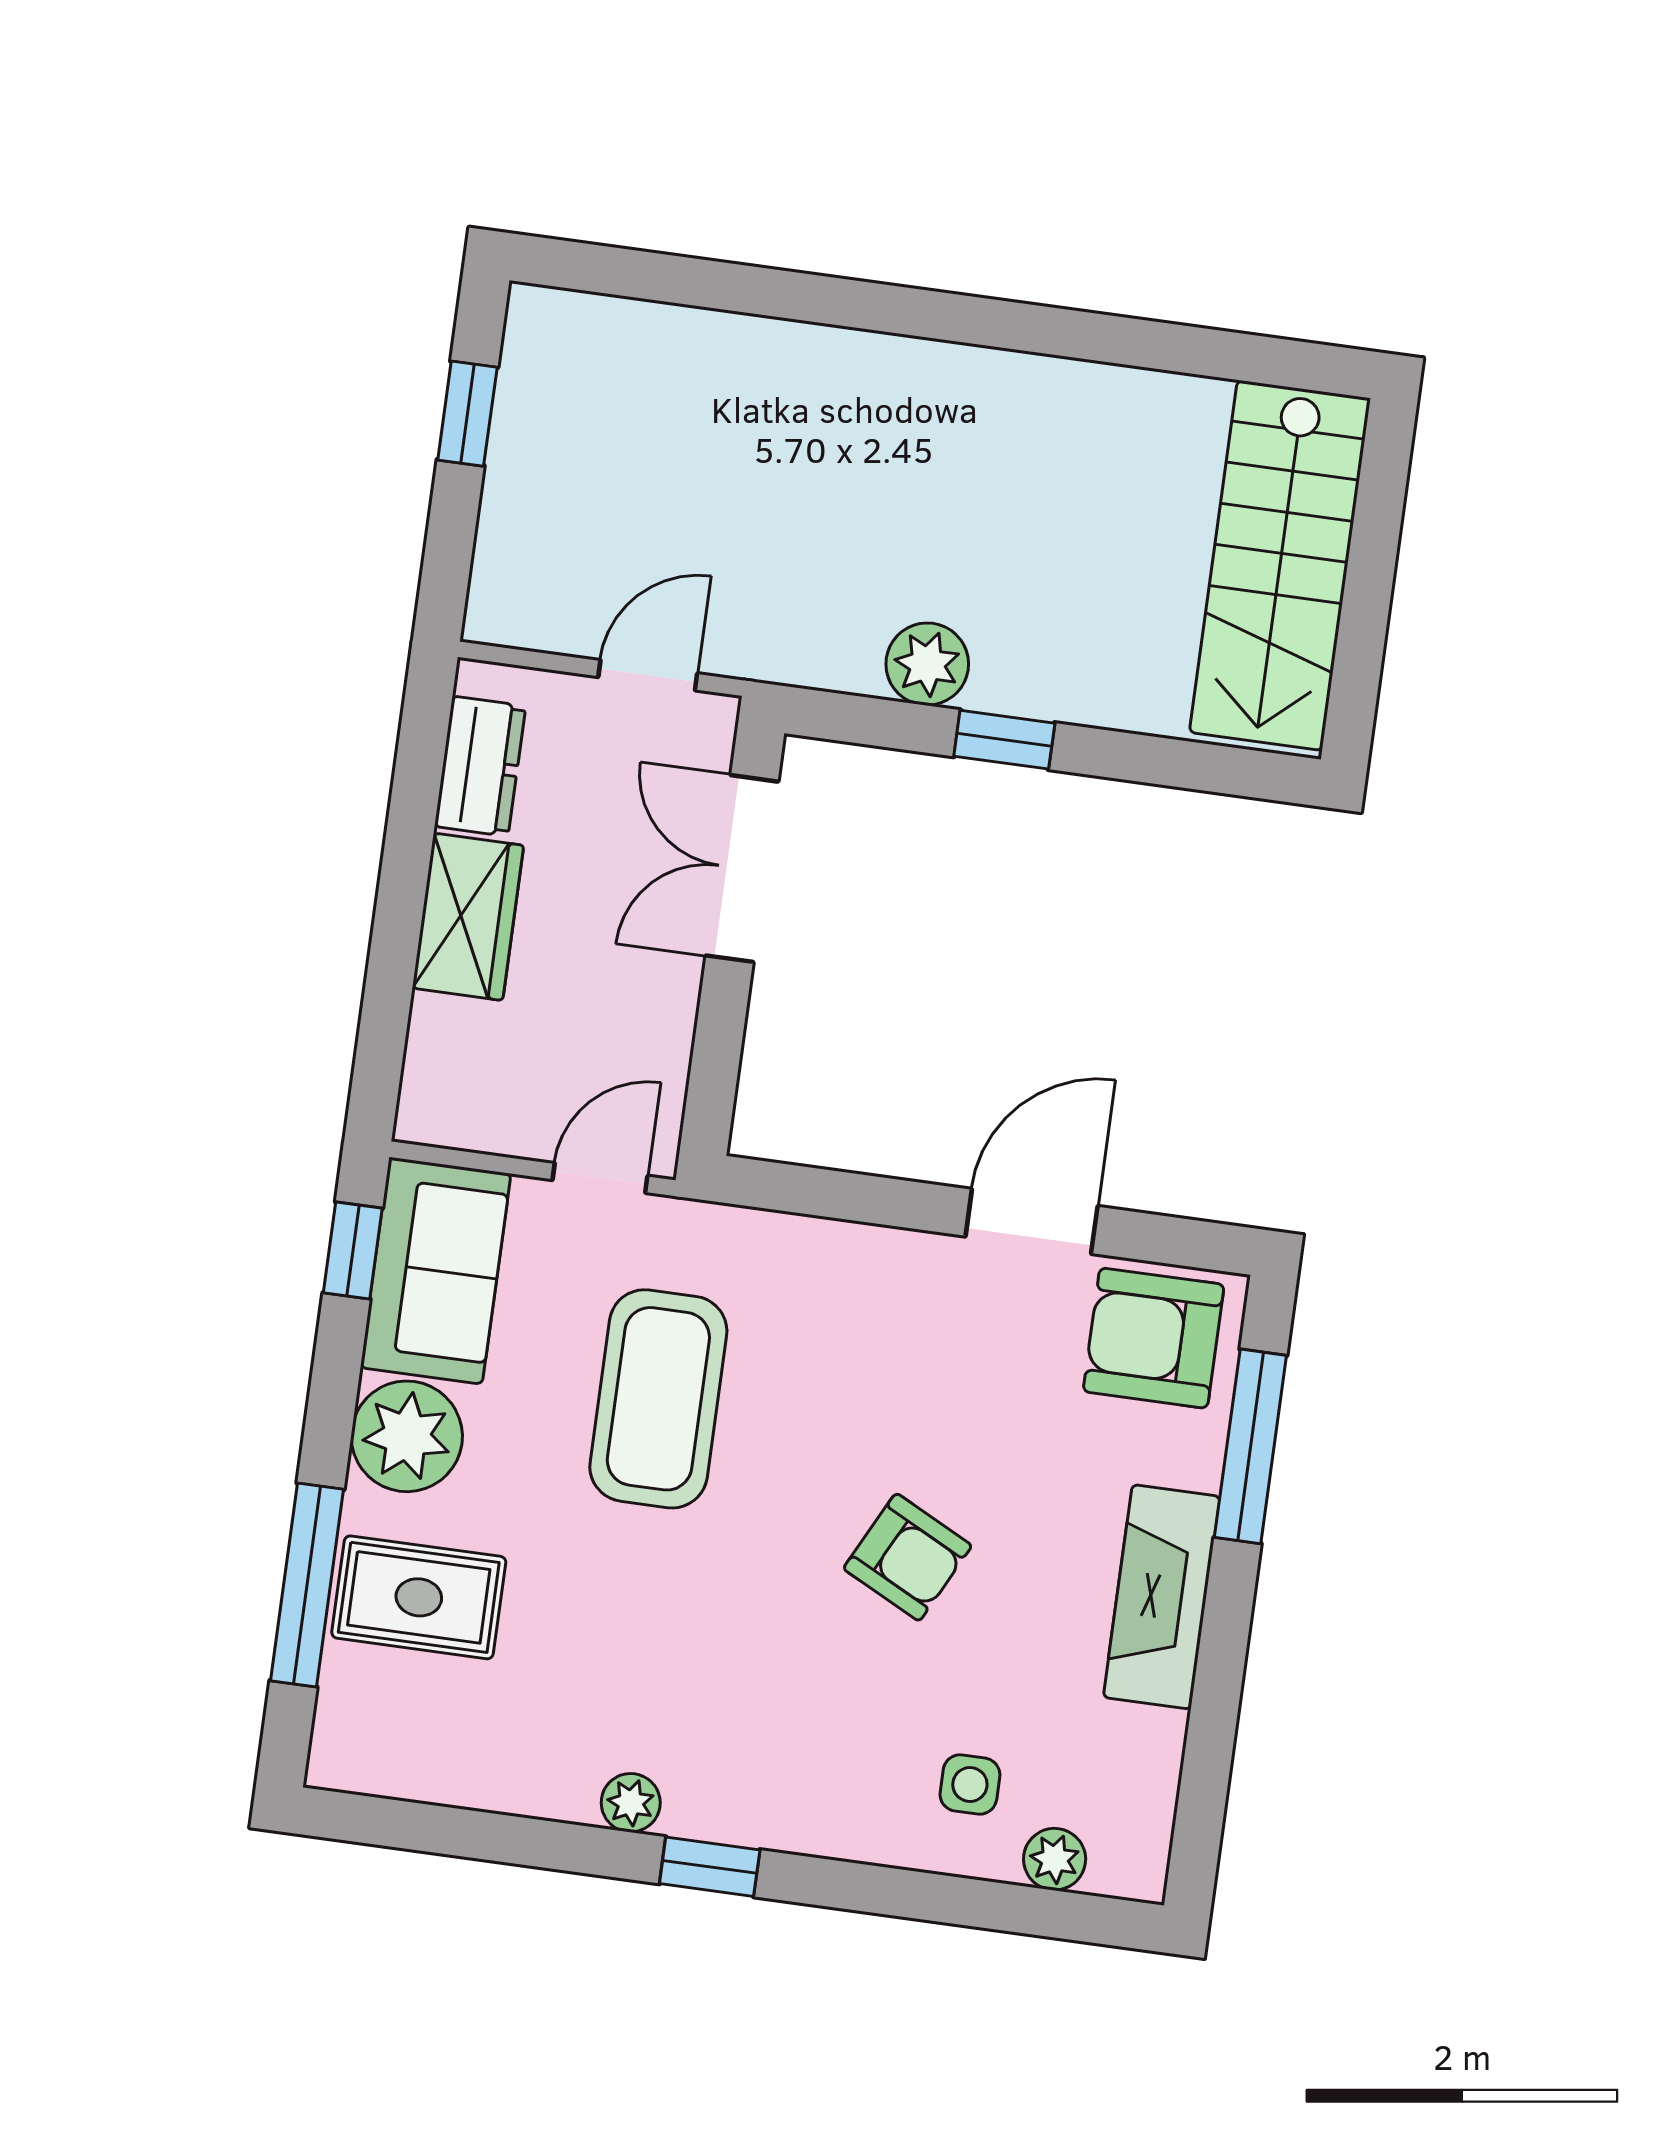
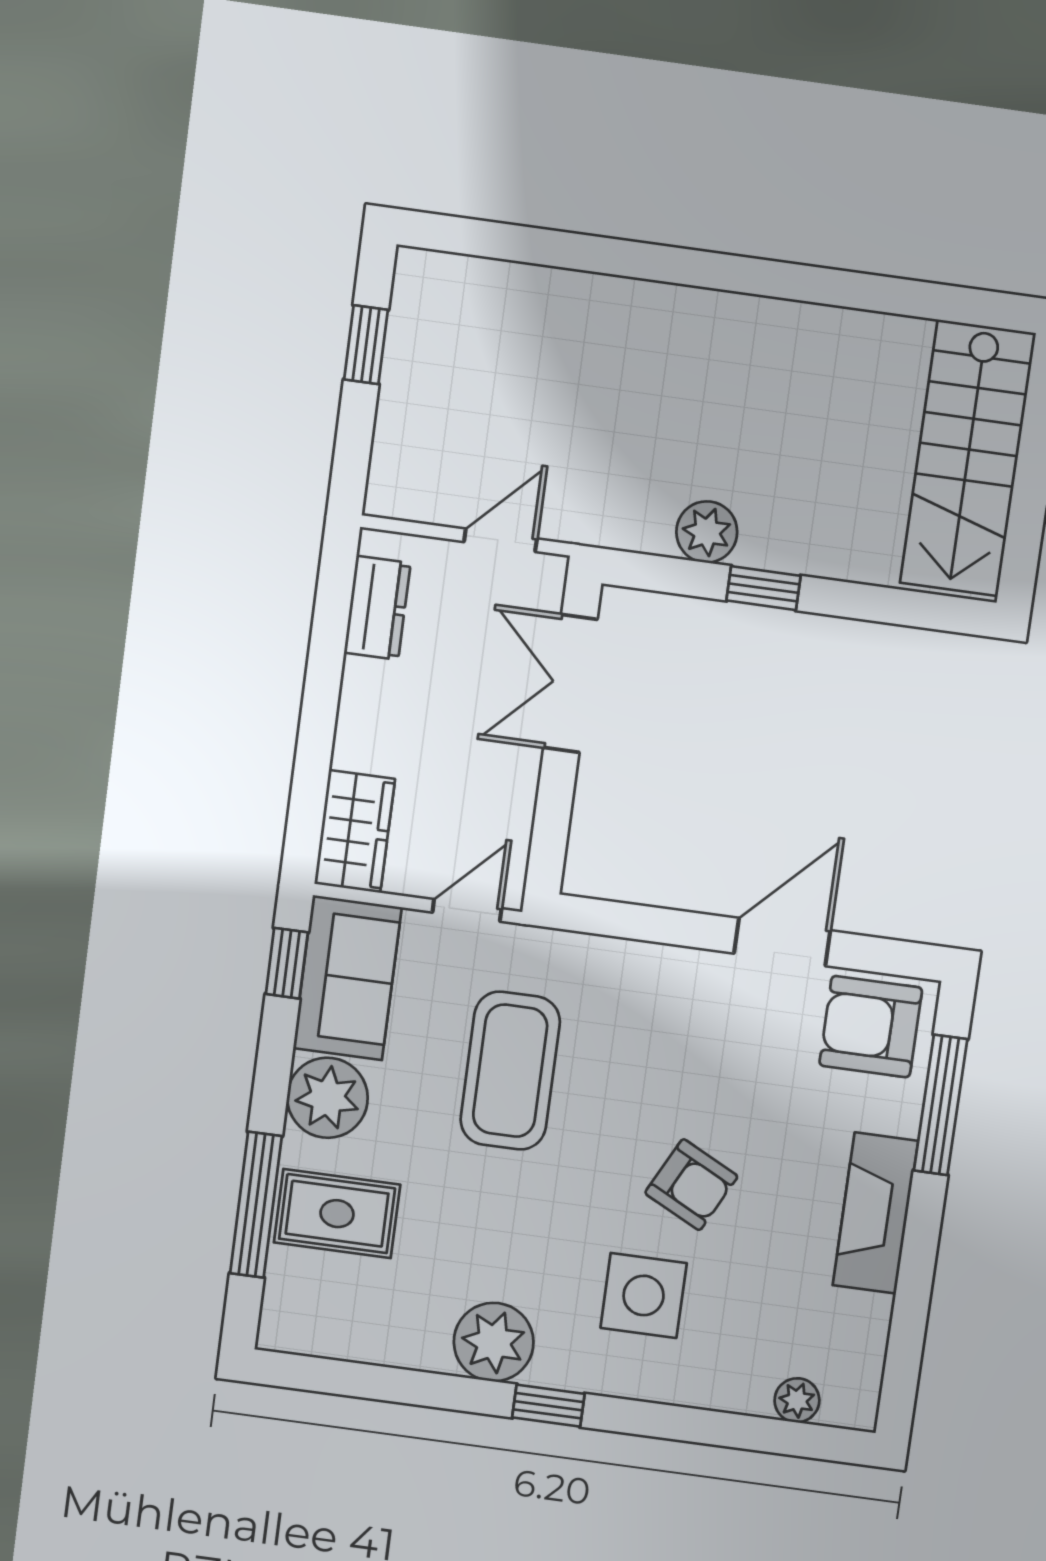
wardrobe: (468, 917) -> (355, 831), moved
side table: (970, 1785) -> (644, 1295), moved, width x1.87, depth x1.87
plant: (631, 1803) -> (494, 1342), width x1.88, depth x1.88

